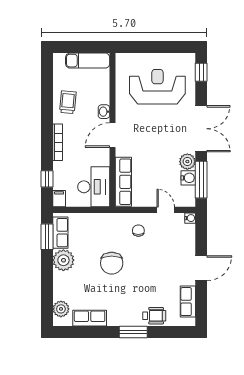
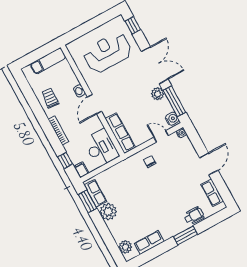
water cooler: (188, 178) -> (172, 119), moved
chair: (112, 263) -> (143, 195), removed

